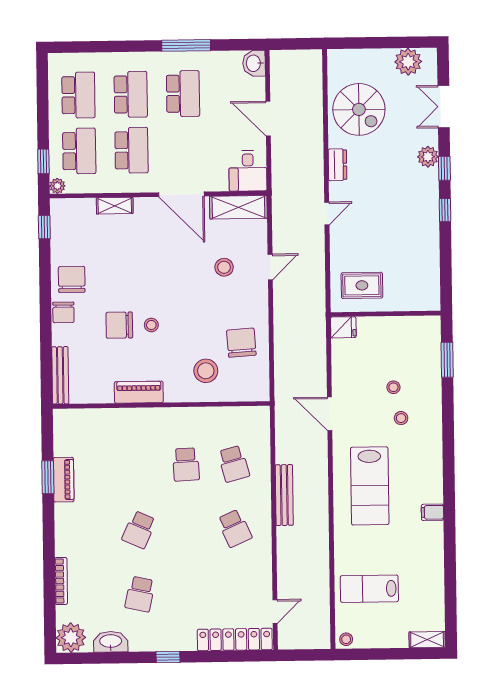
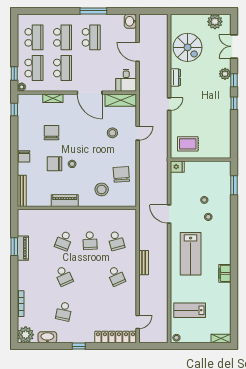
chair: (72, 279) -> (51, 133), moved
school desk: (138, 465) -> (64, 241), added
bench: (284, 495) -> (144, 263), width x0.73
filing cabinet: (433, 512) -> (225, 273), width x2.00
school desk: (139, 530) -> (64, 276), turned -48

